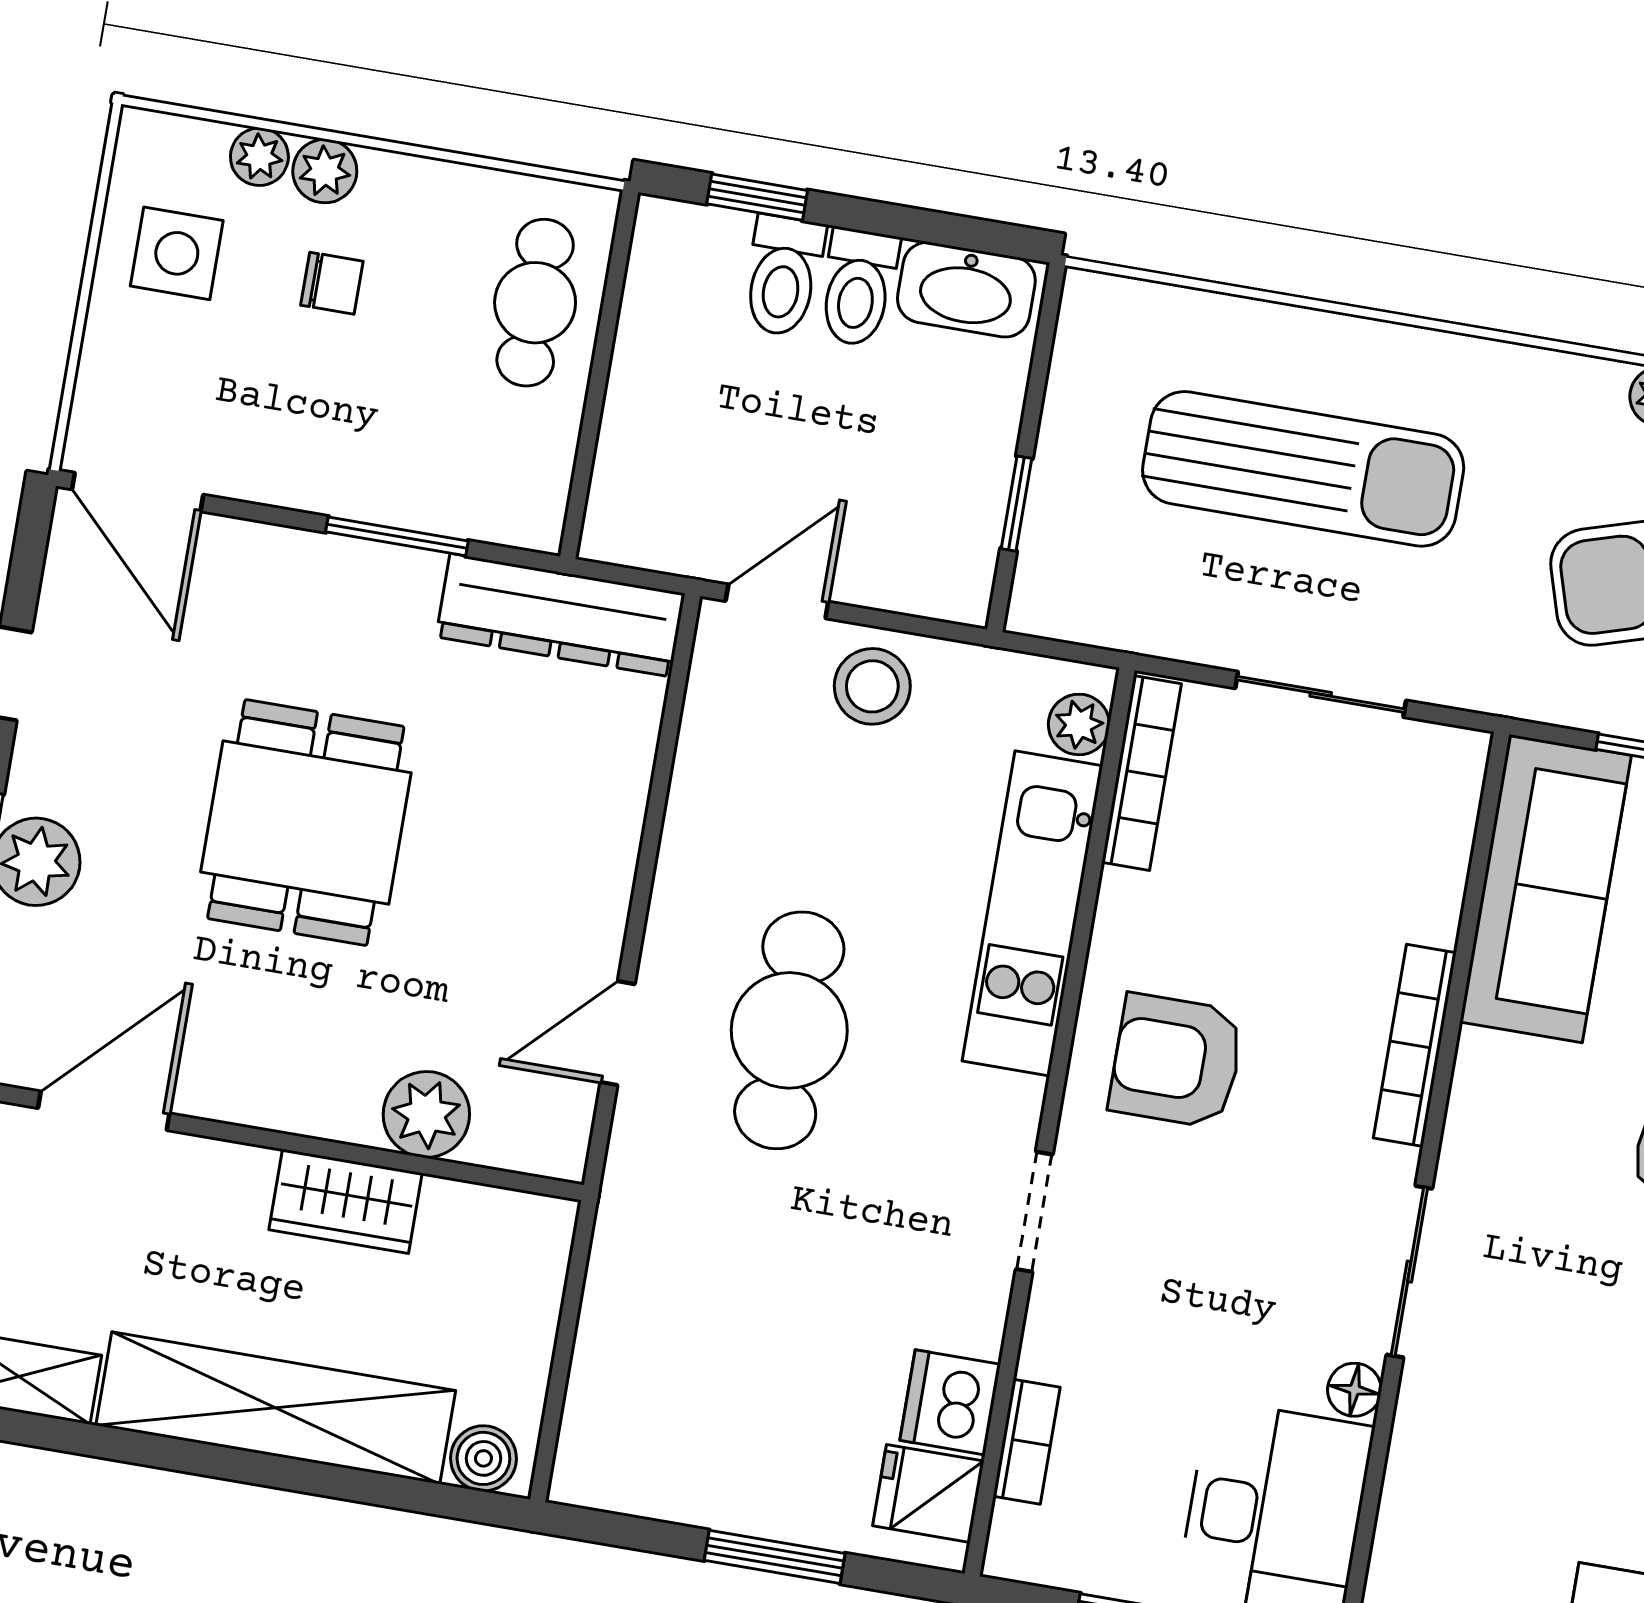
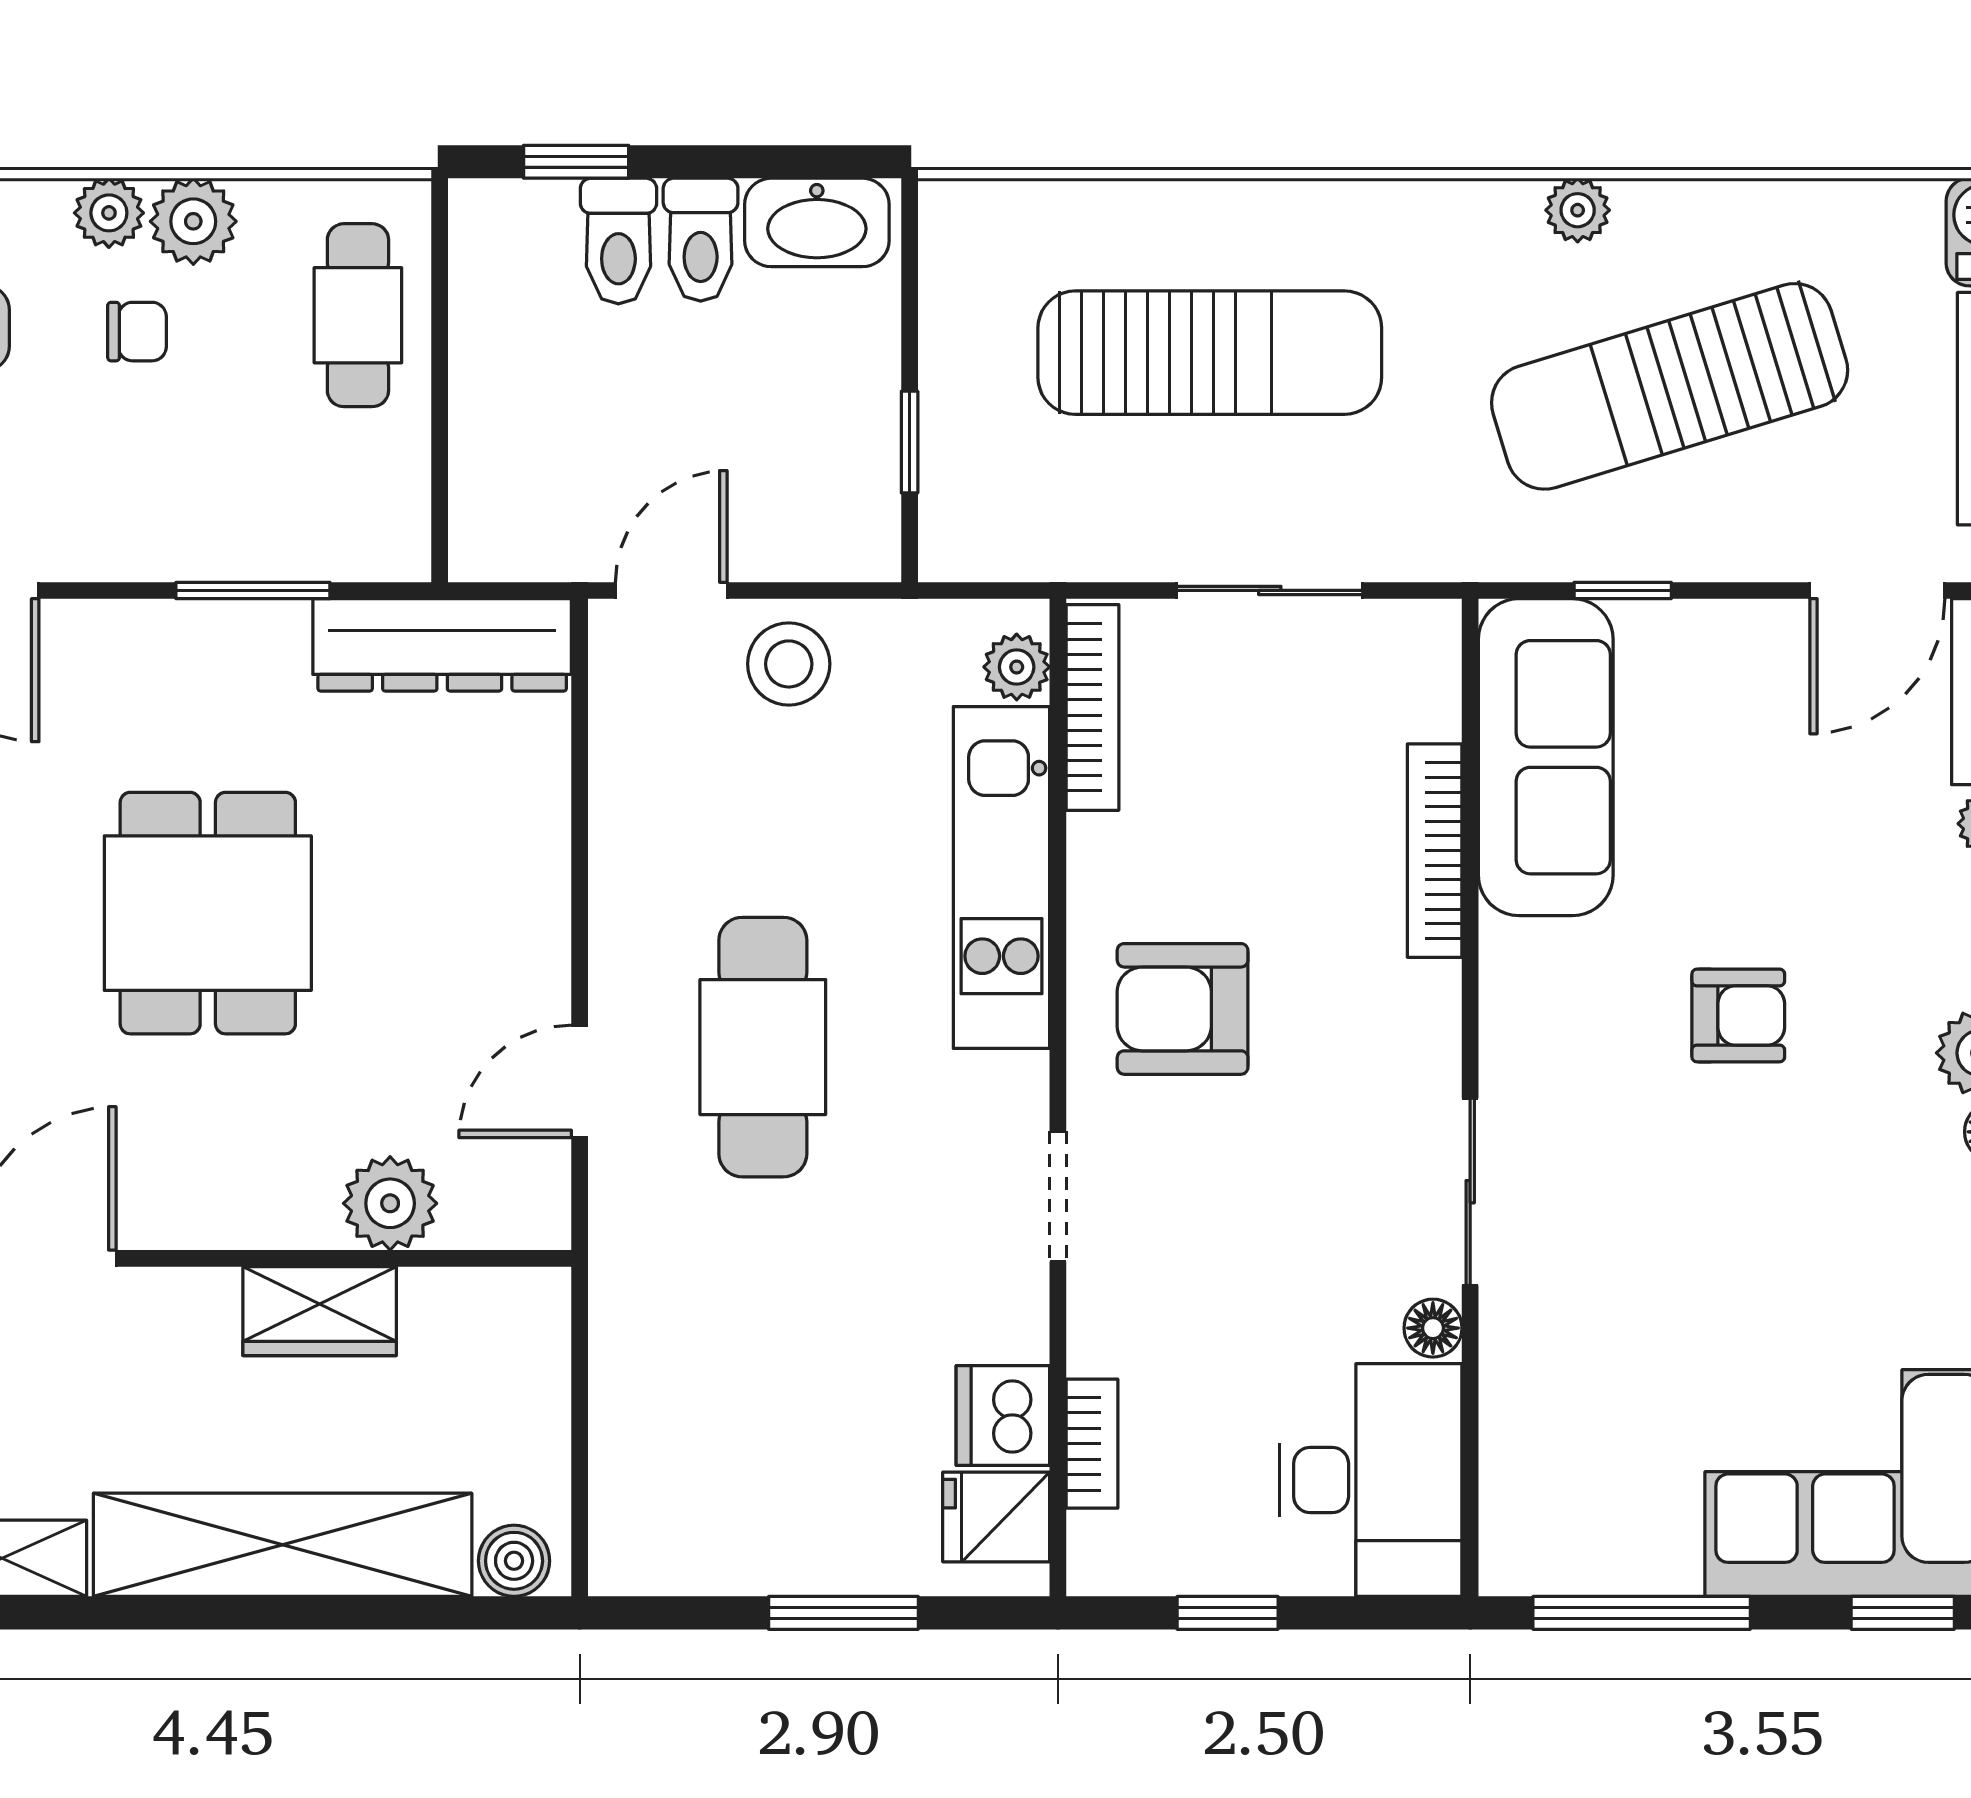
plant: (259, 157) -> (193, 221), moved, width x1.38, depth x1.38
bookcase: (1415, 1045) -> (1435, 851), moved

